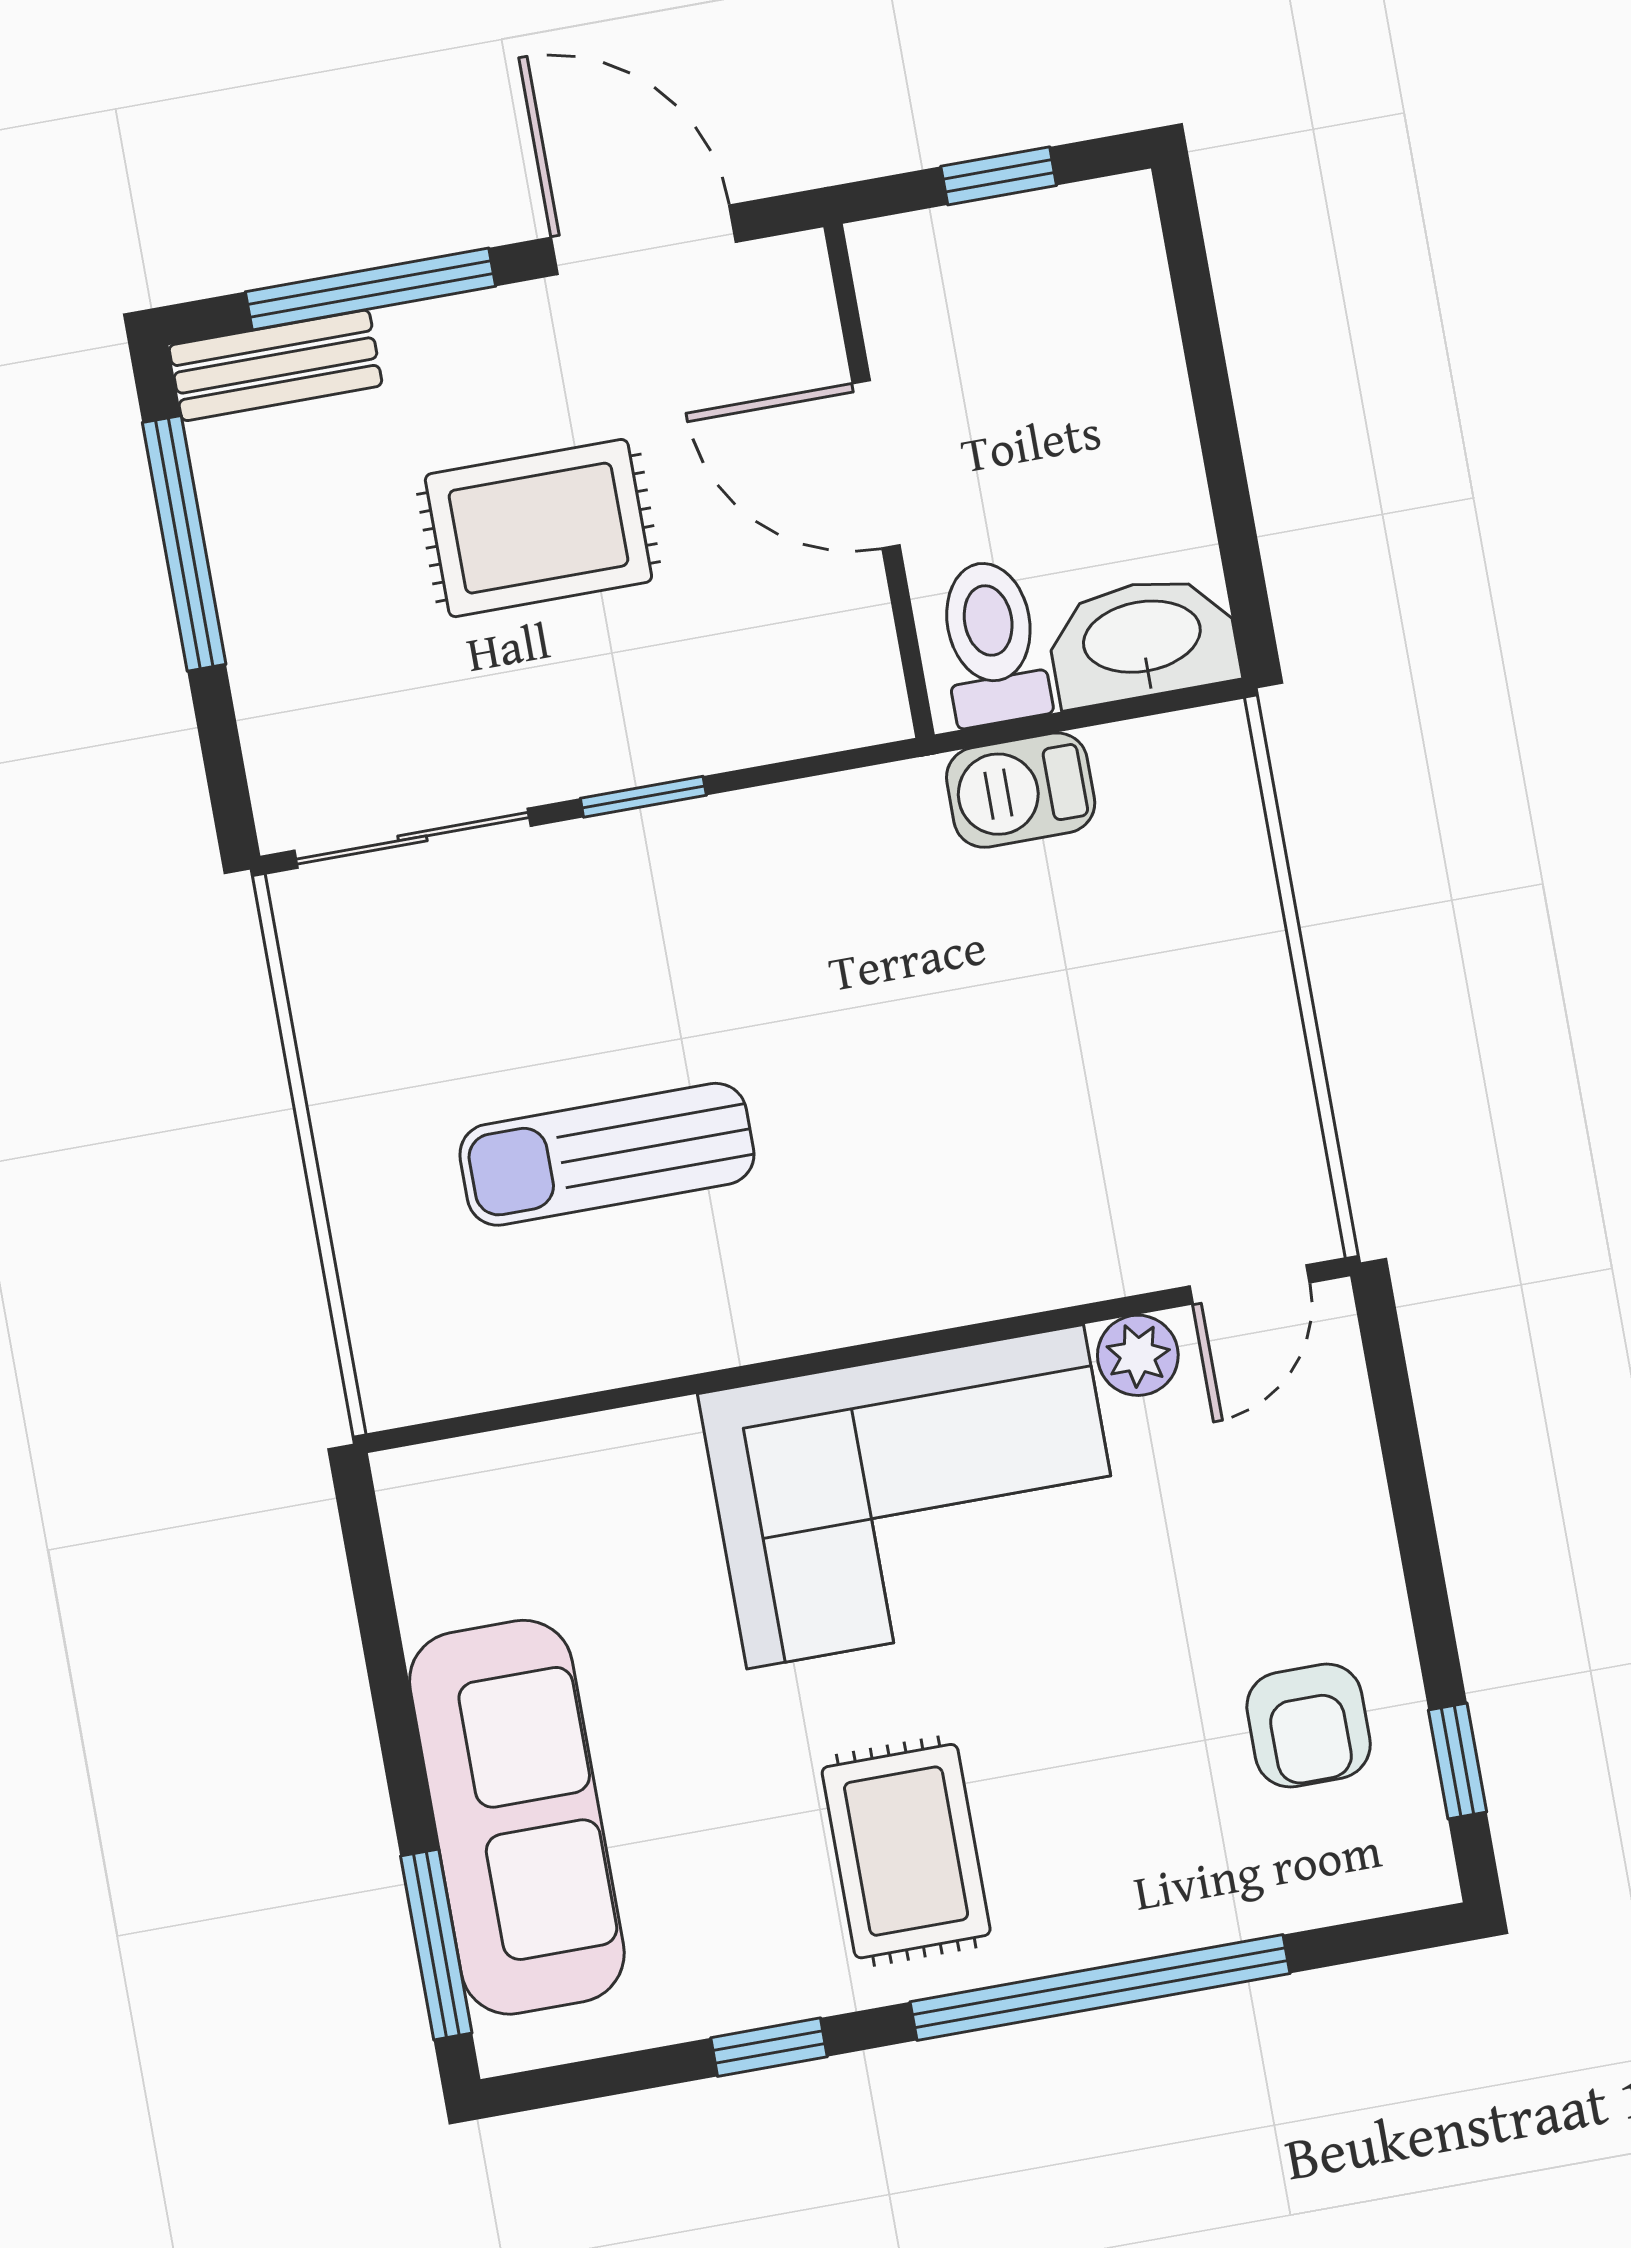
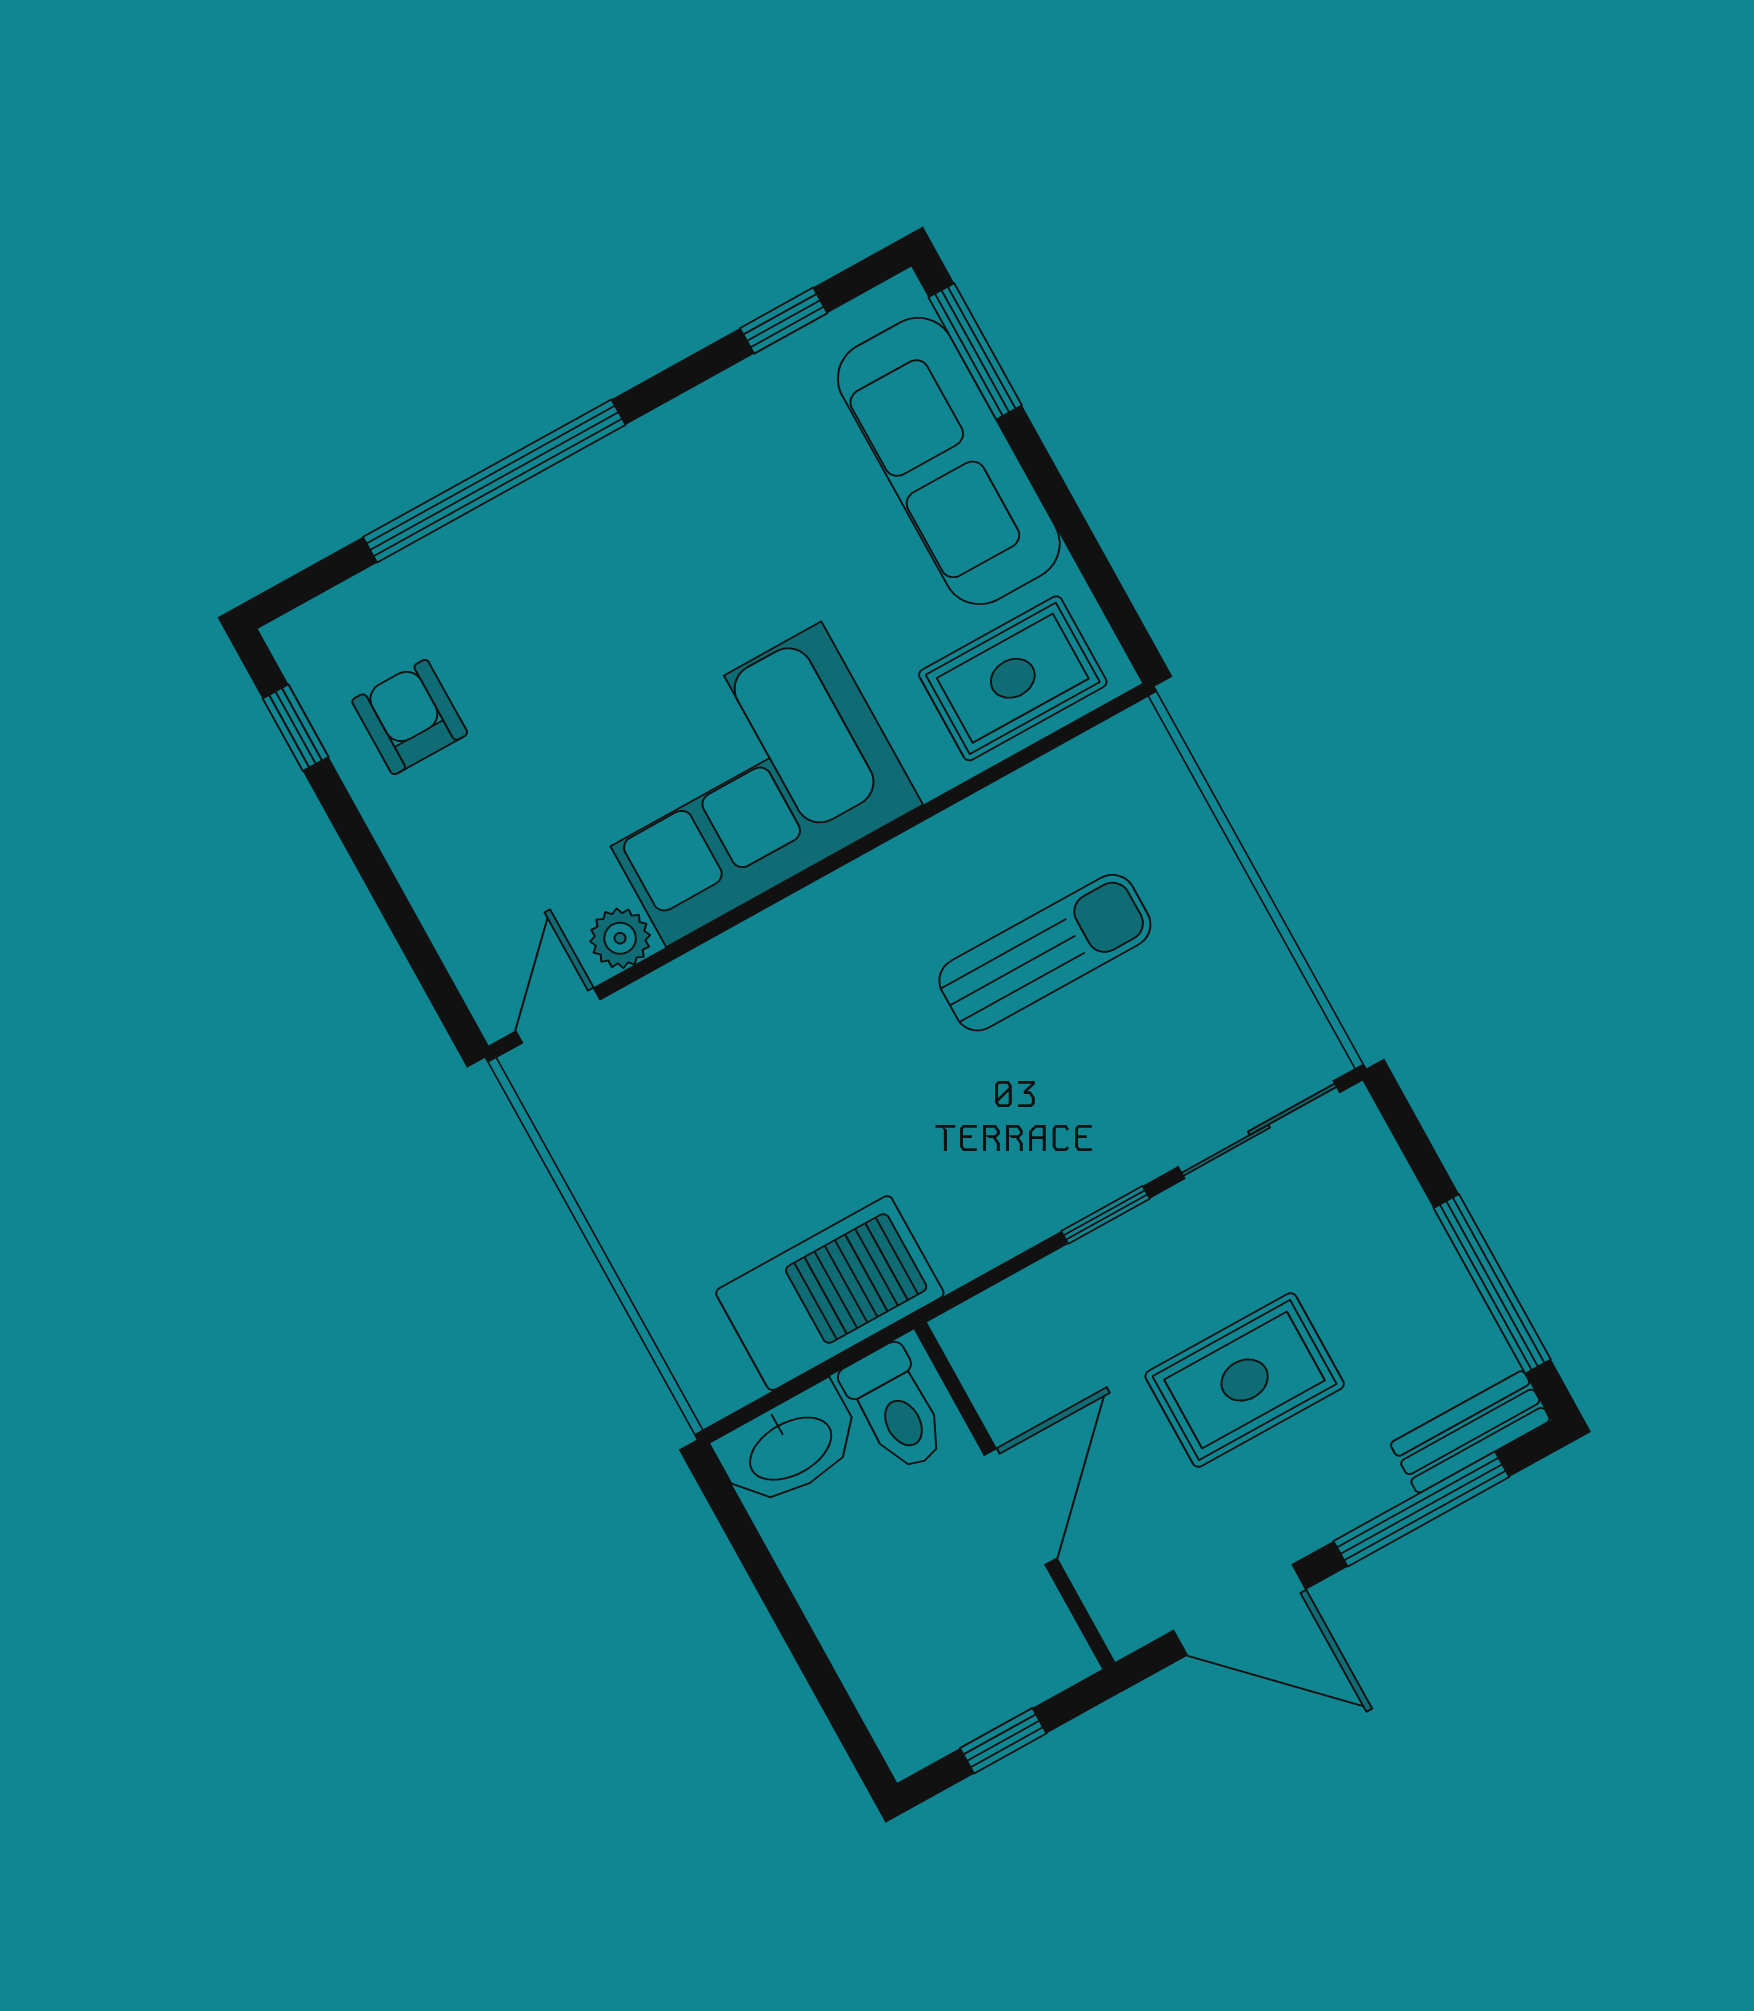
door: (876, 464) -> (1021, 1507), hinge flipped
barbecue: (1021, 790) -> (830, 1293), width x1.88, depth x1.53
rug: (906, 1851) -> (1013, 678), moved, turned 90
window: (769, 2047) -> (784, 321), moved

